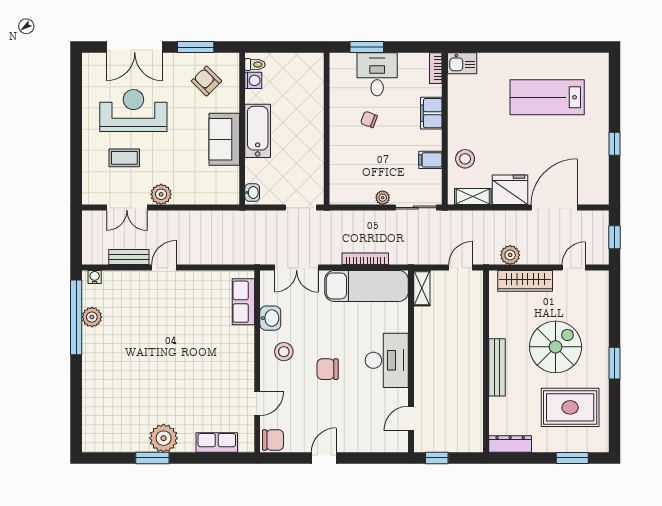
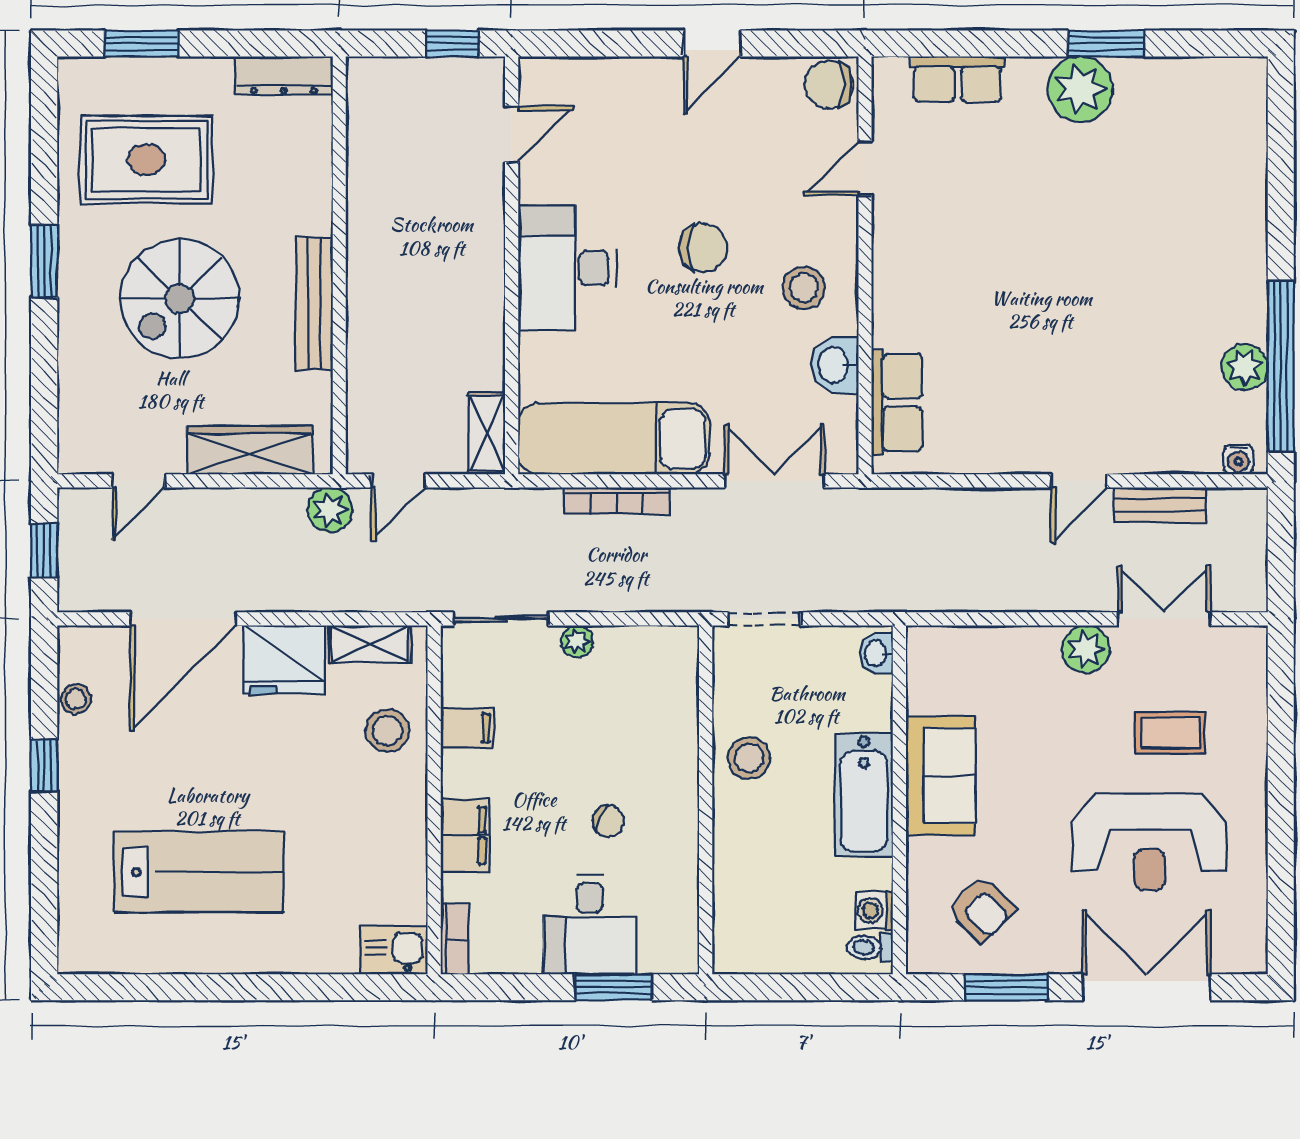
stool: (308, 147) -> (749, 758), added
stool: (601, 173) -> (76, 699), added
plant: (510, 255) -> (330, 510), moved
bench: (497, 367) -> (314, 304), moved

